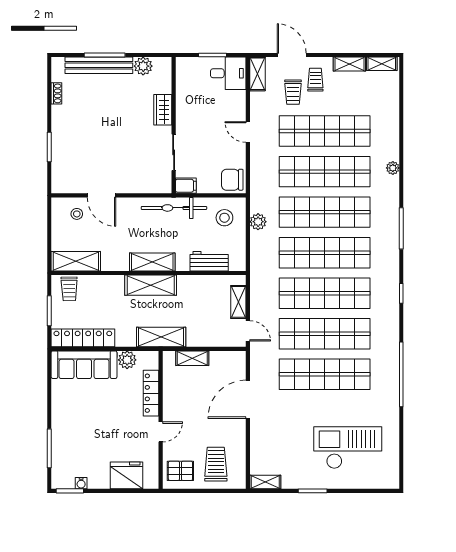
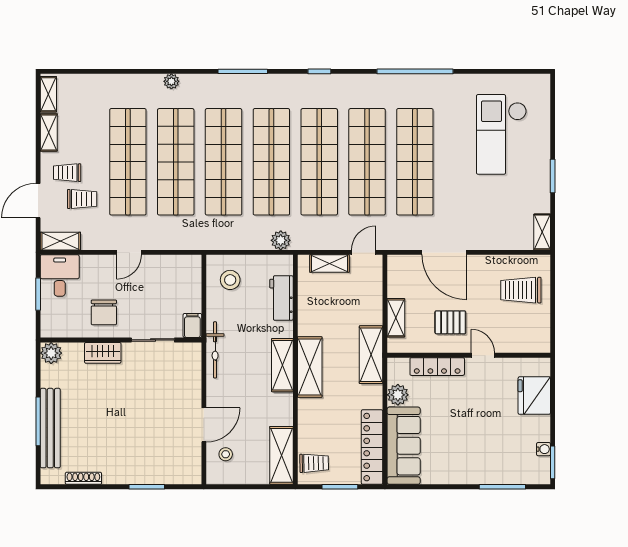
plant: (143, 66) -> (51, 353), moved
shoe rack: (56, 93) -> (83, 478), width x1.43
chair: (232, 180) -> (104, 312), moved
bicycle: (174, 208) -> (215, 350), width x0.73, depth x0.71
plant: (258, 222) -> (281, 240), moved
pallet: (180, 471) -> (450, 322), moved, turned 90

